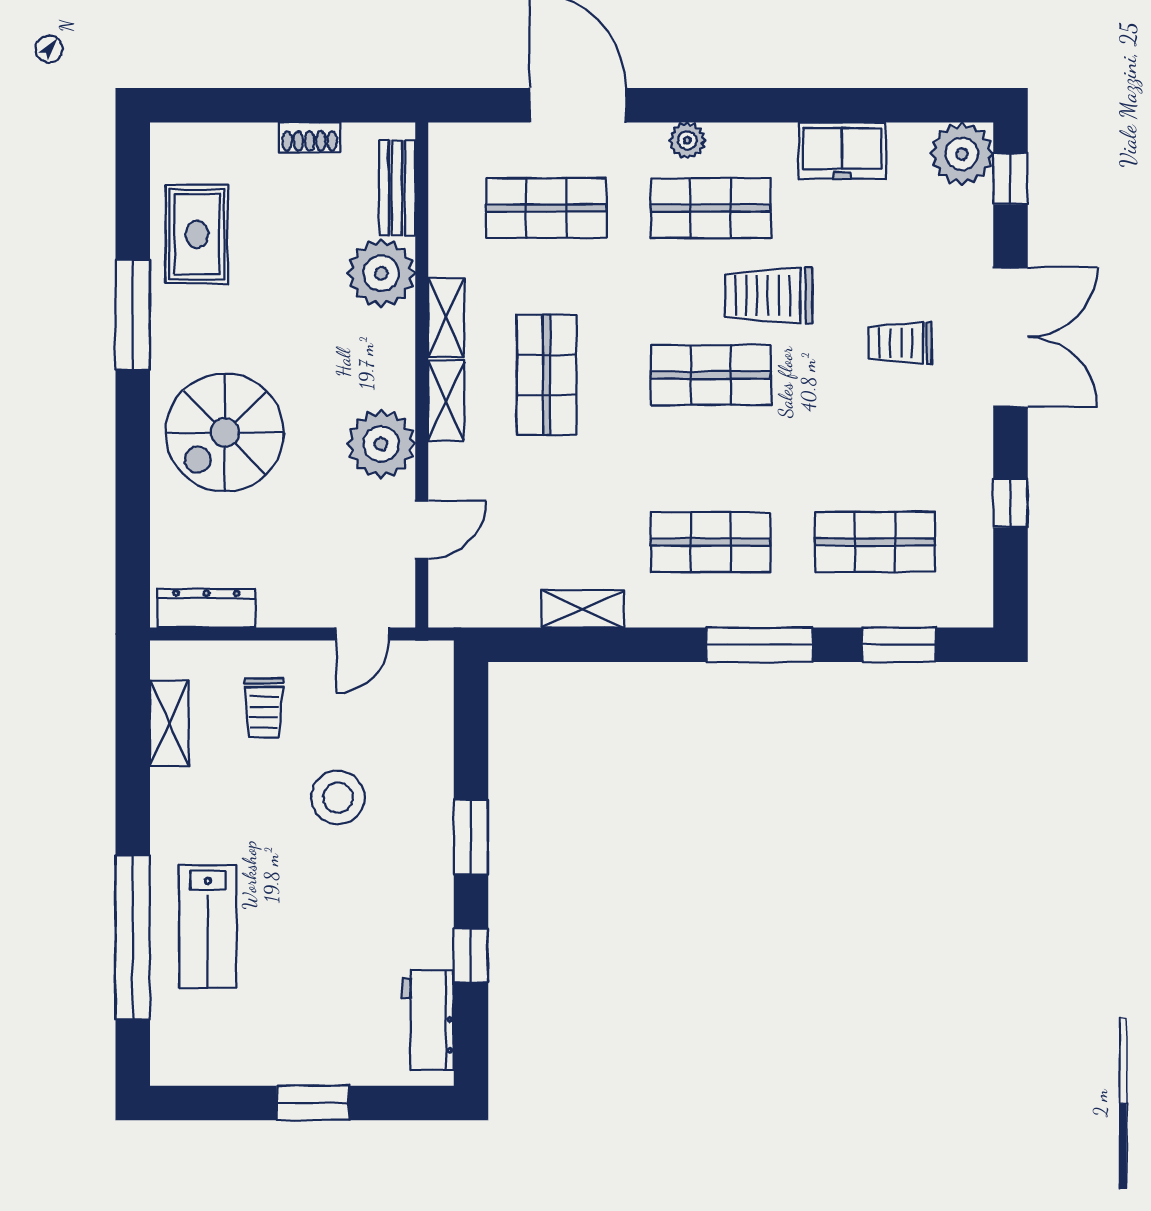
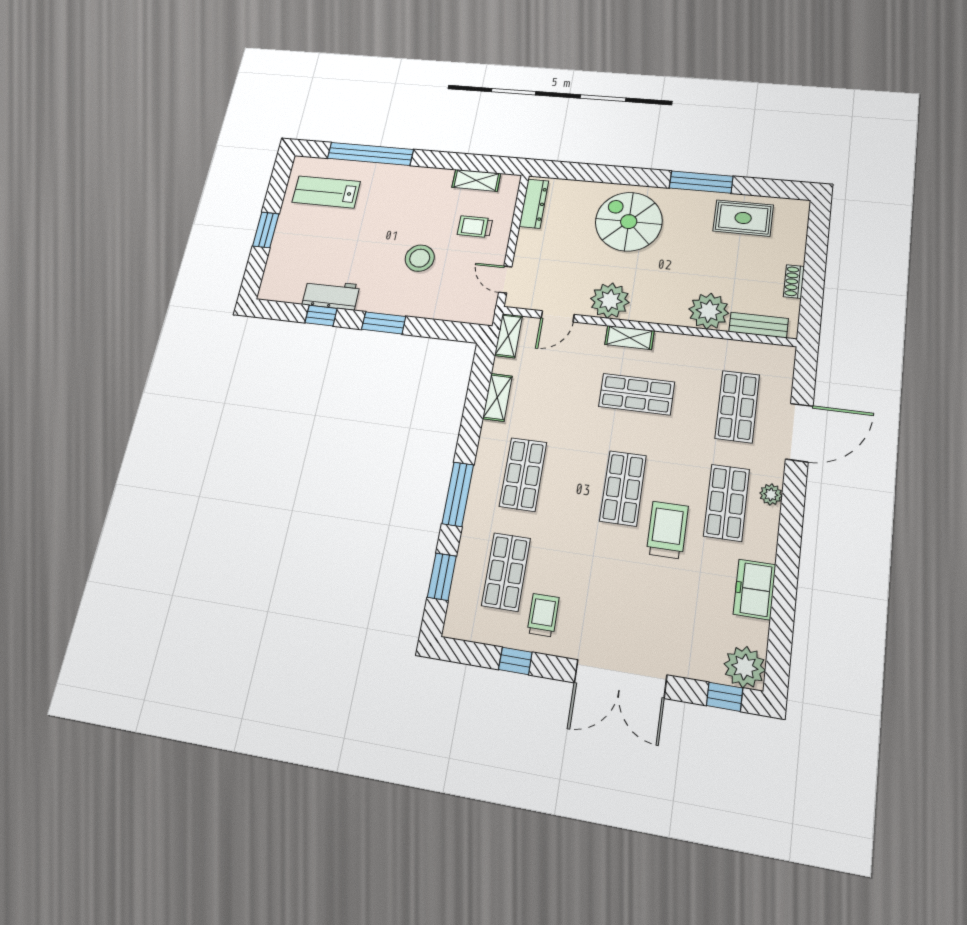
shelving: (446, 318) -> (508, 336), moved, turned 90
trolley: (900, 343) -> (543, 615), moved
door: (422, 530) -> (558, 316), hinge flipped
lab bench: (208, 926) -> (326, 192), moved
workbench: (428, 1020) -> (331, 295), moved

